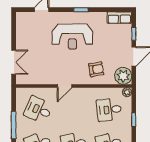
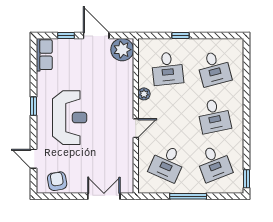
armchair: (96, 69) -> (57, 181), moved
door: (65, 86) -> (136, 128), hinge flipped
plant: (127, 92) -> (144, 94), moved

